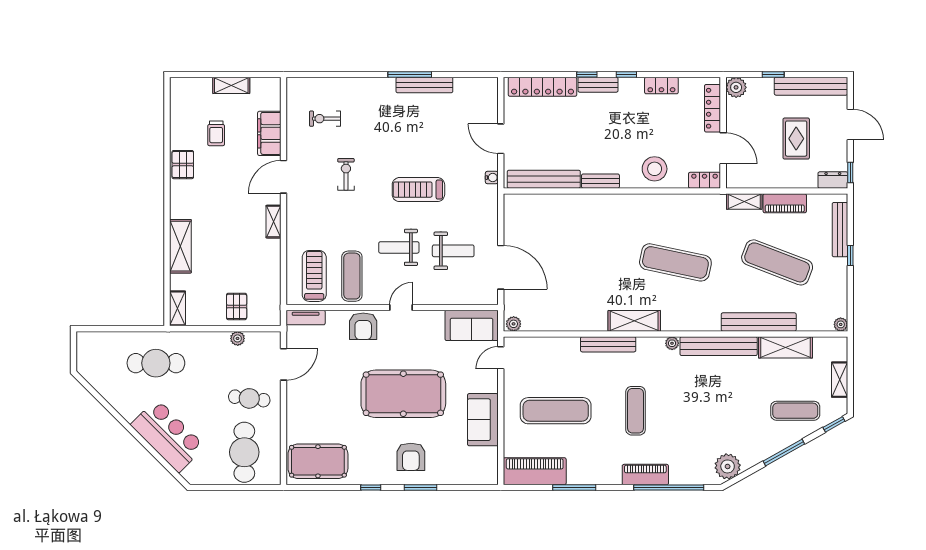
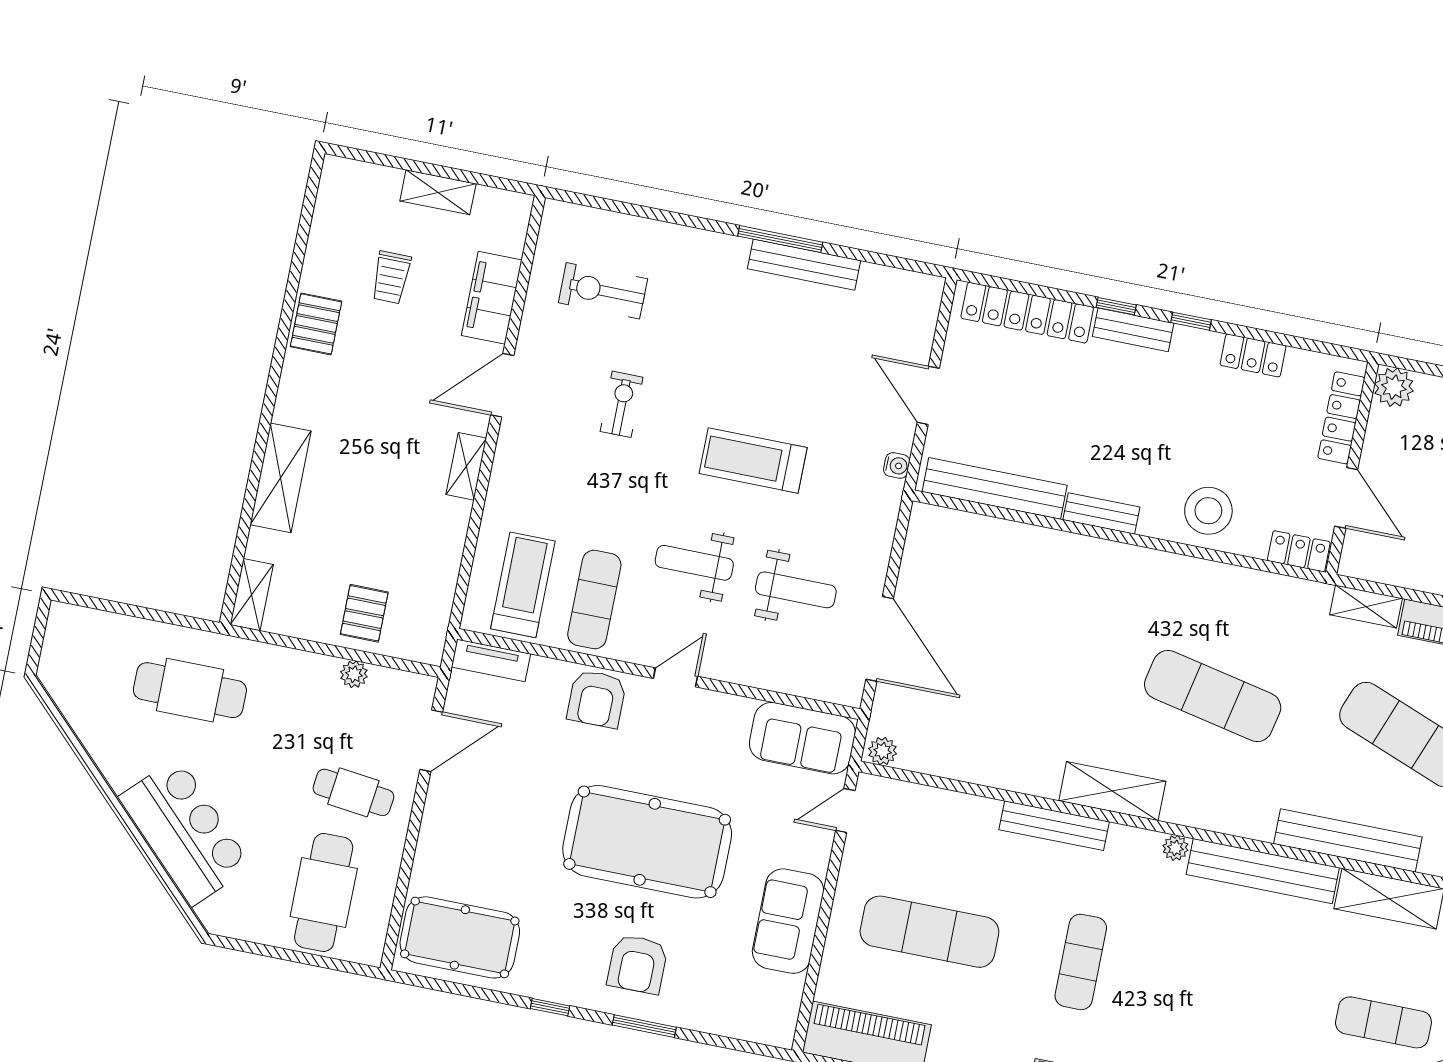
exercise bike: (325, 119) -> (603, 291), width x1.38, depth x1.39

